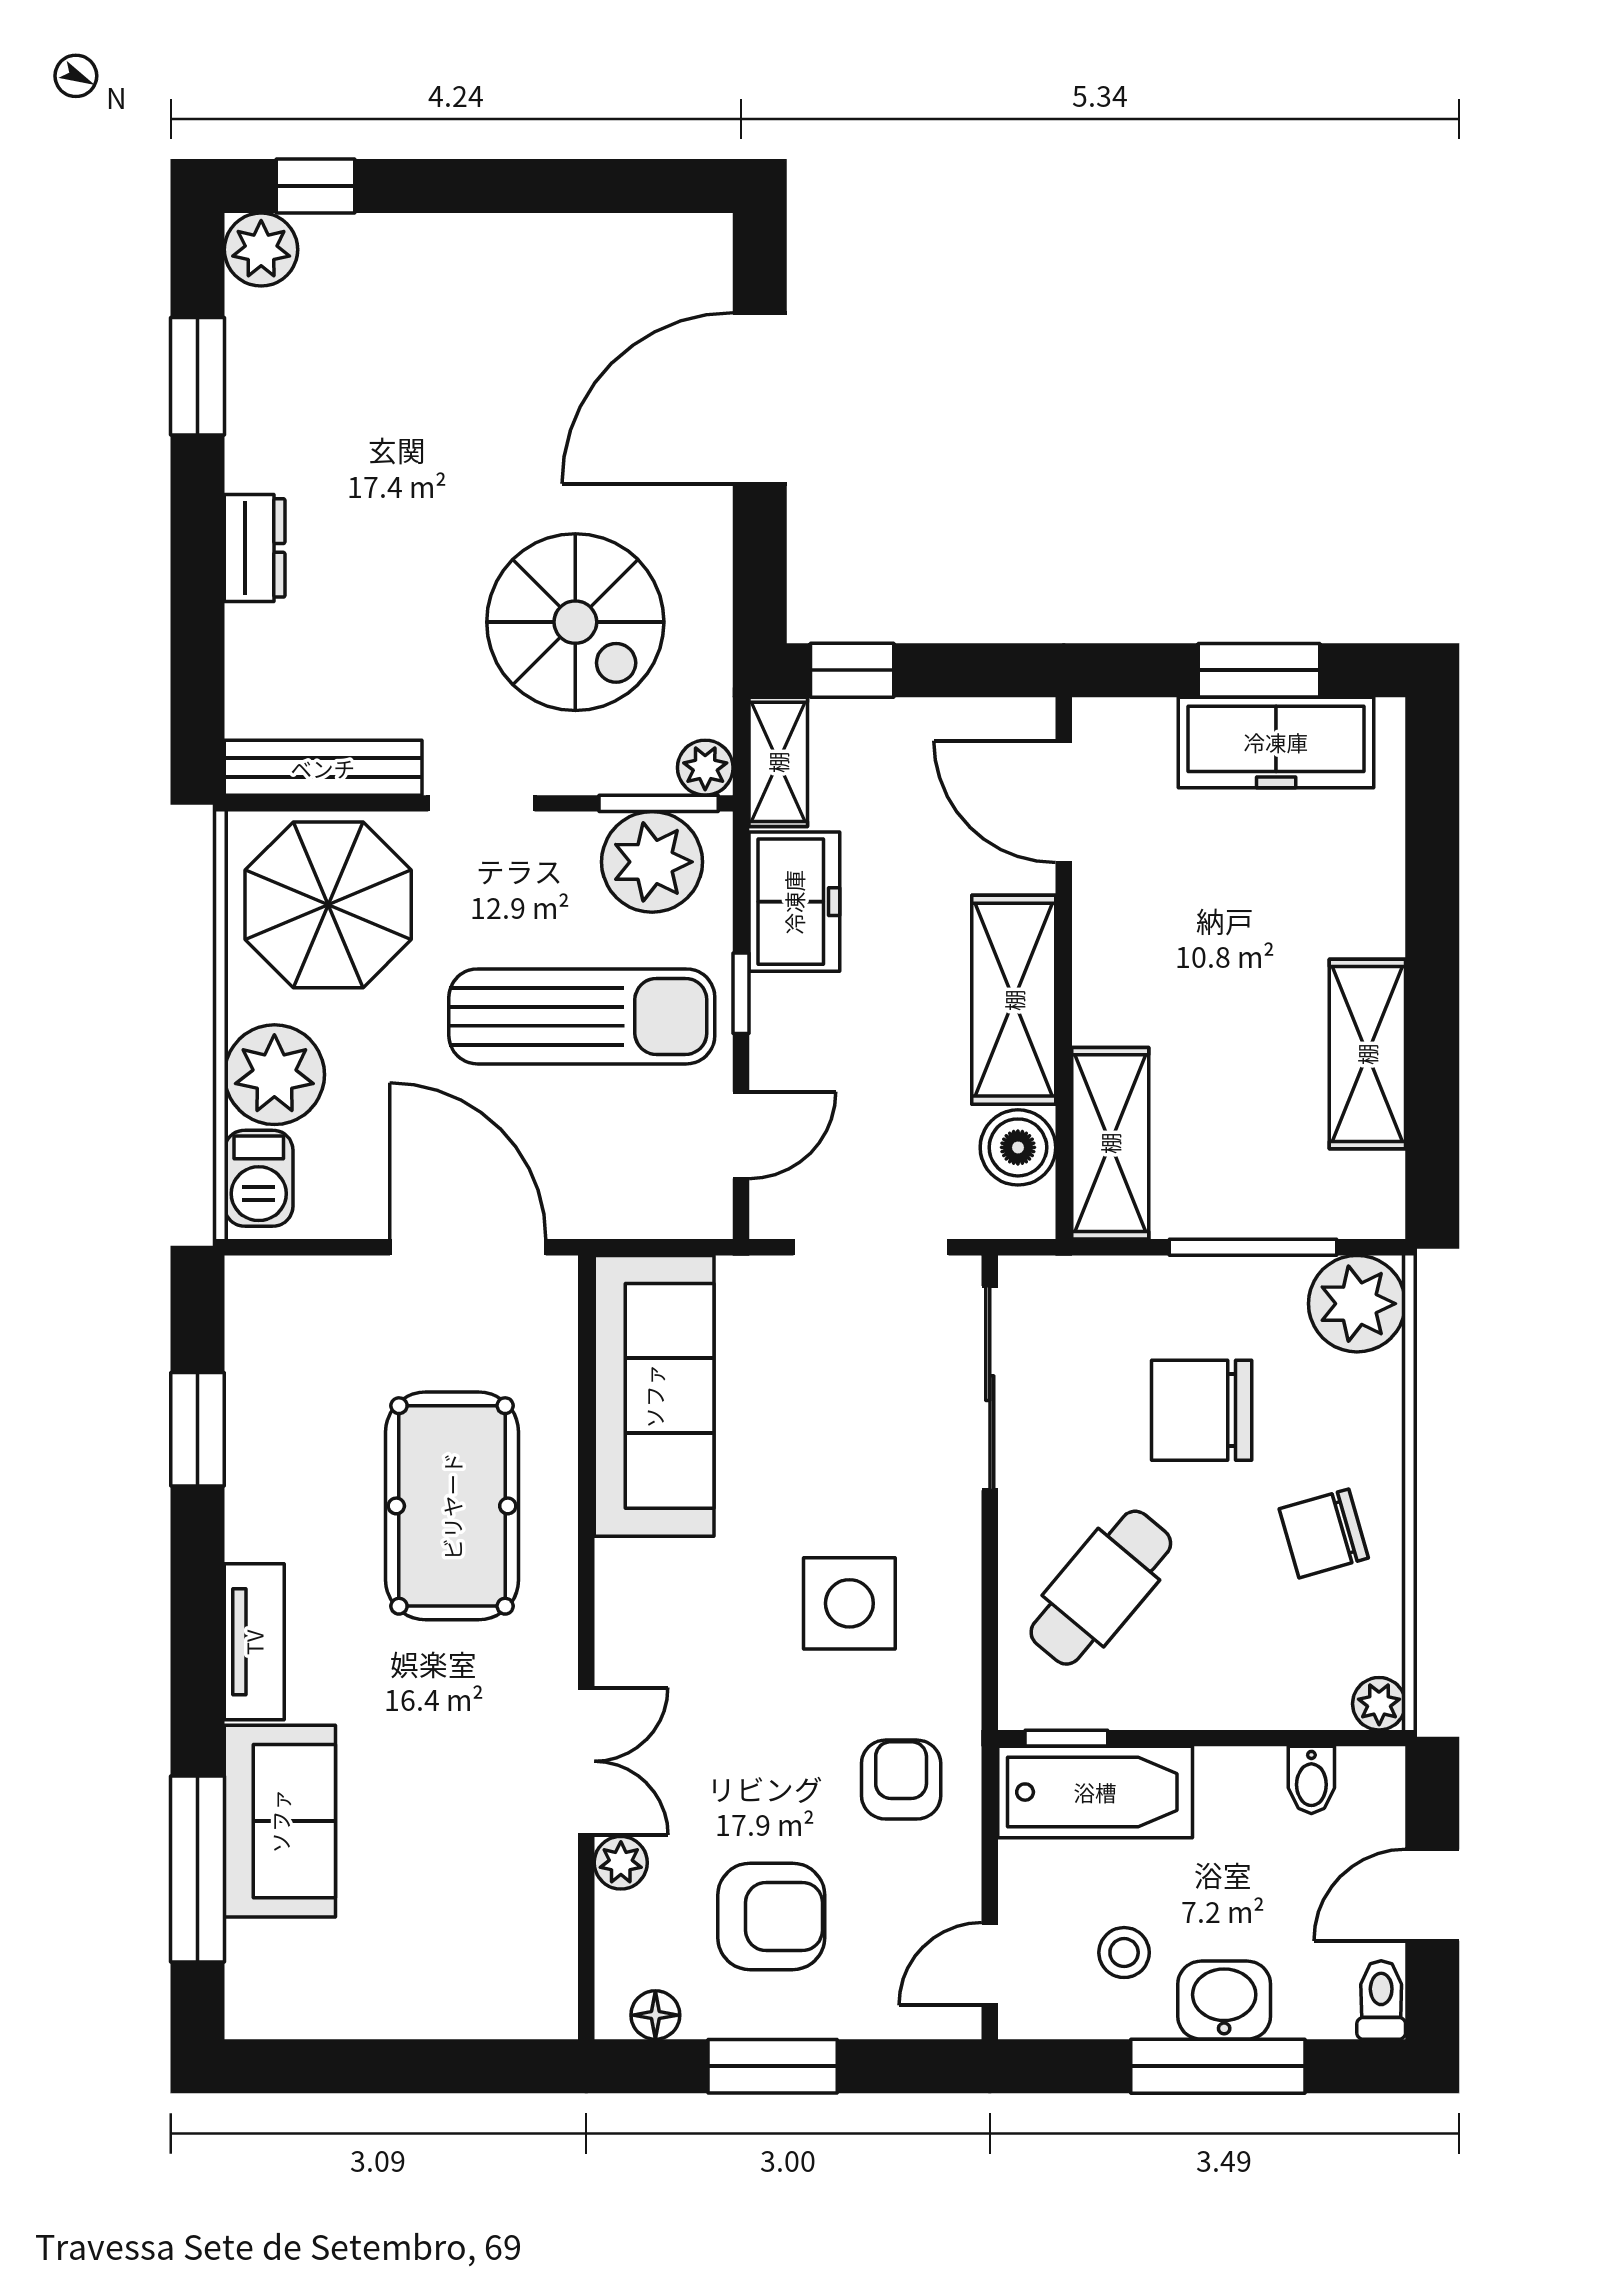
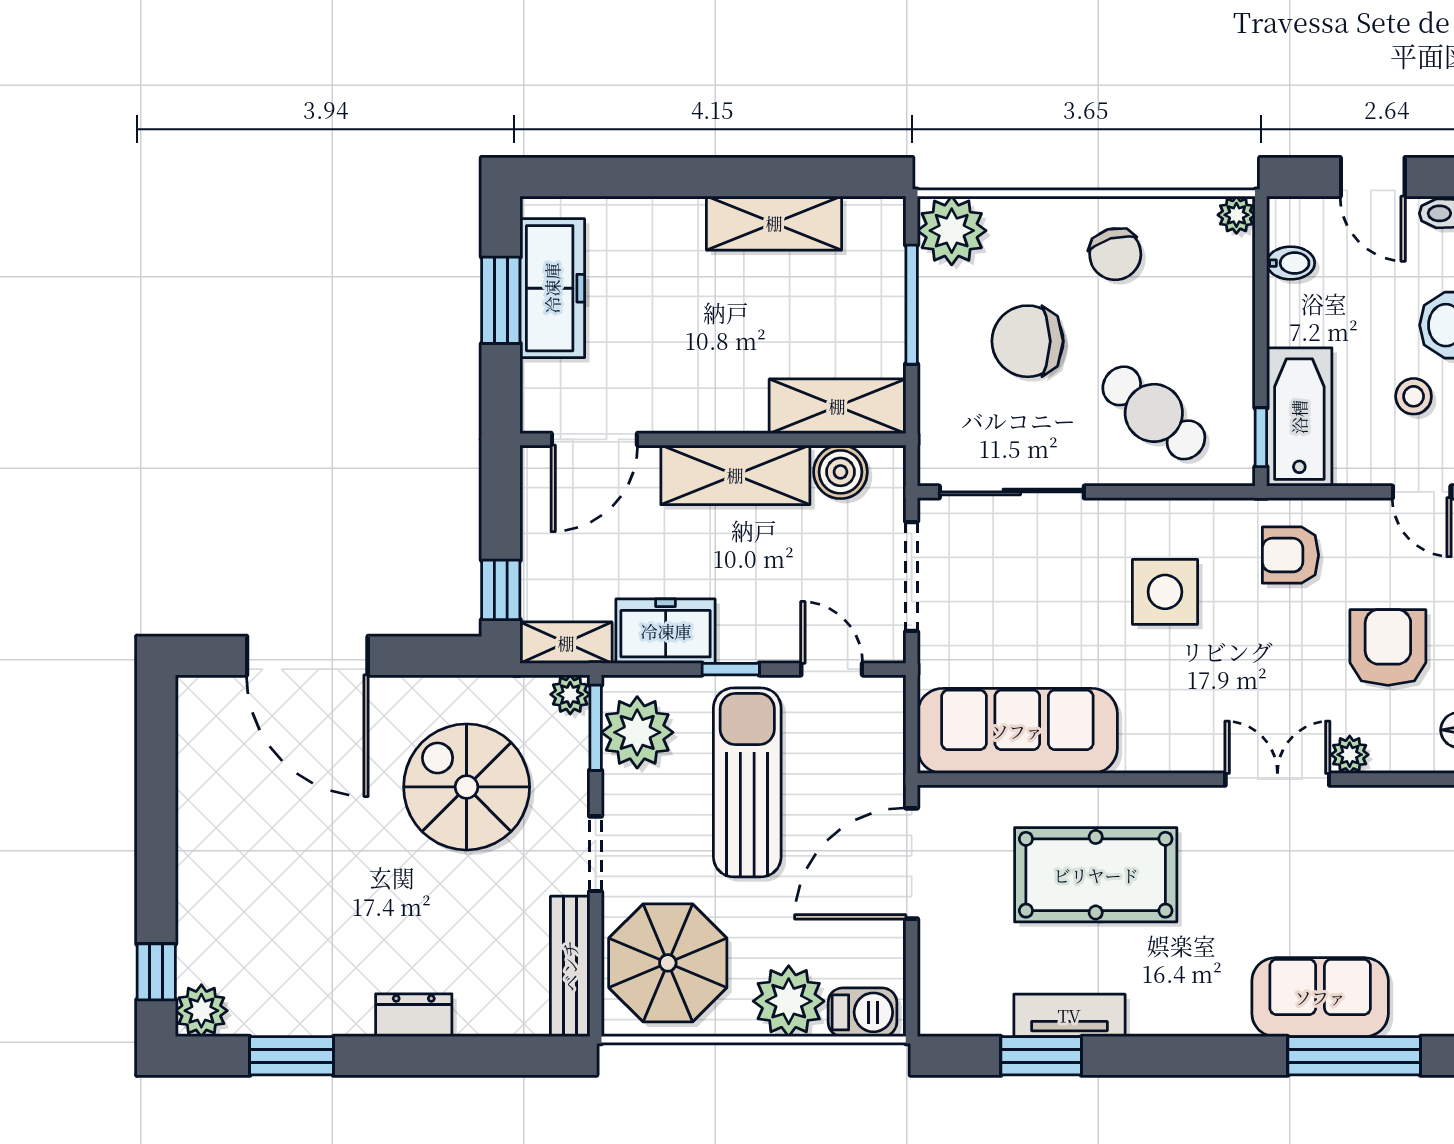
spiral stairs: (575, 622) -> (467, 787), turned -90
chair: (1202, 1410) -> (1028, 341), turned 90
tv unit: (254, 1642) -> (1069, 1015), moved

